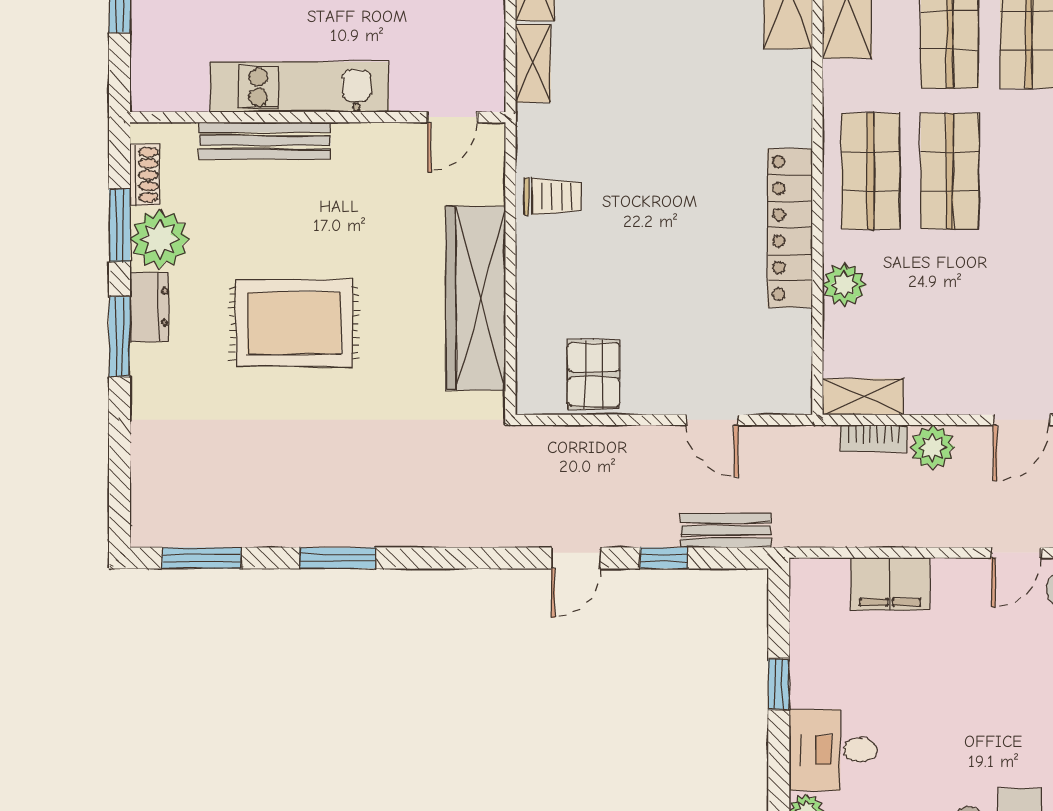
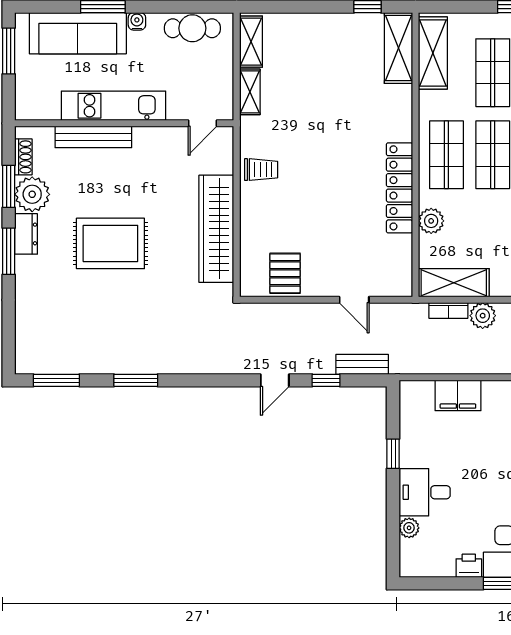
shelving: (863, 397) -> (454, 283), width x1.50, depth x1.33

